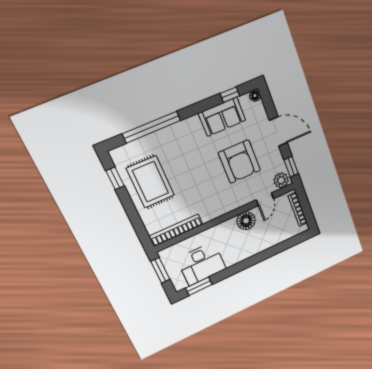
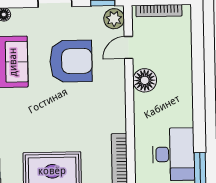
door: (265, 199) -> (129, 48), swing flipped

